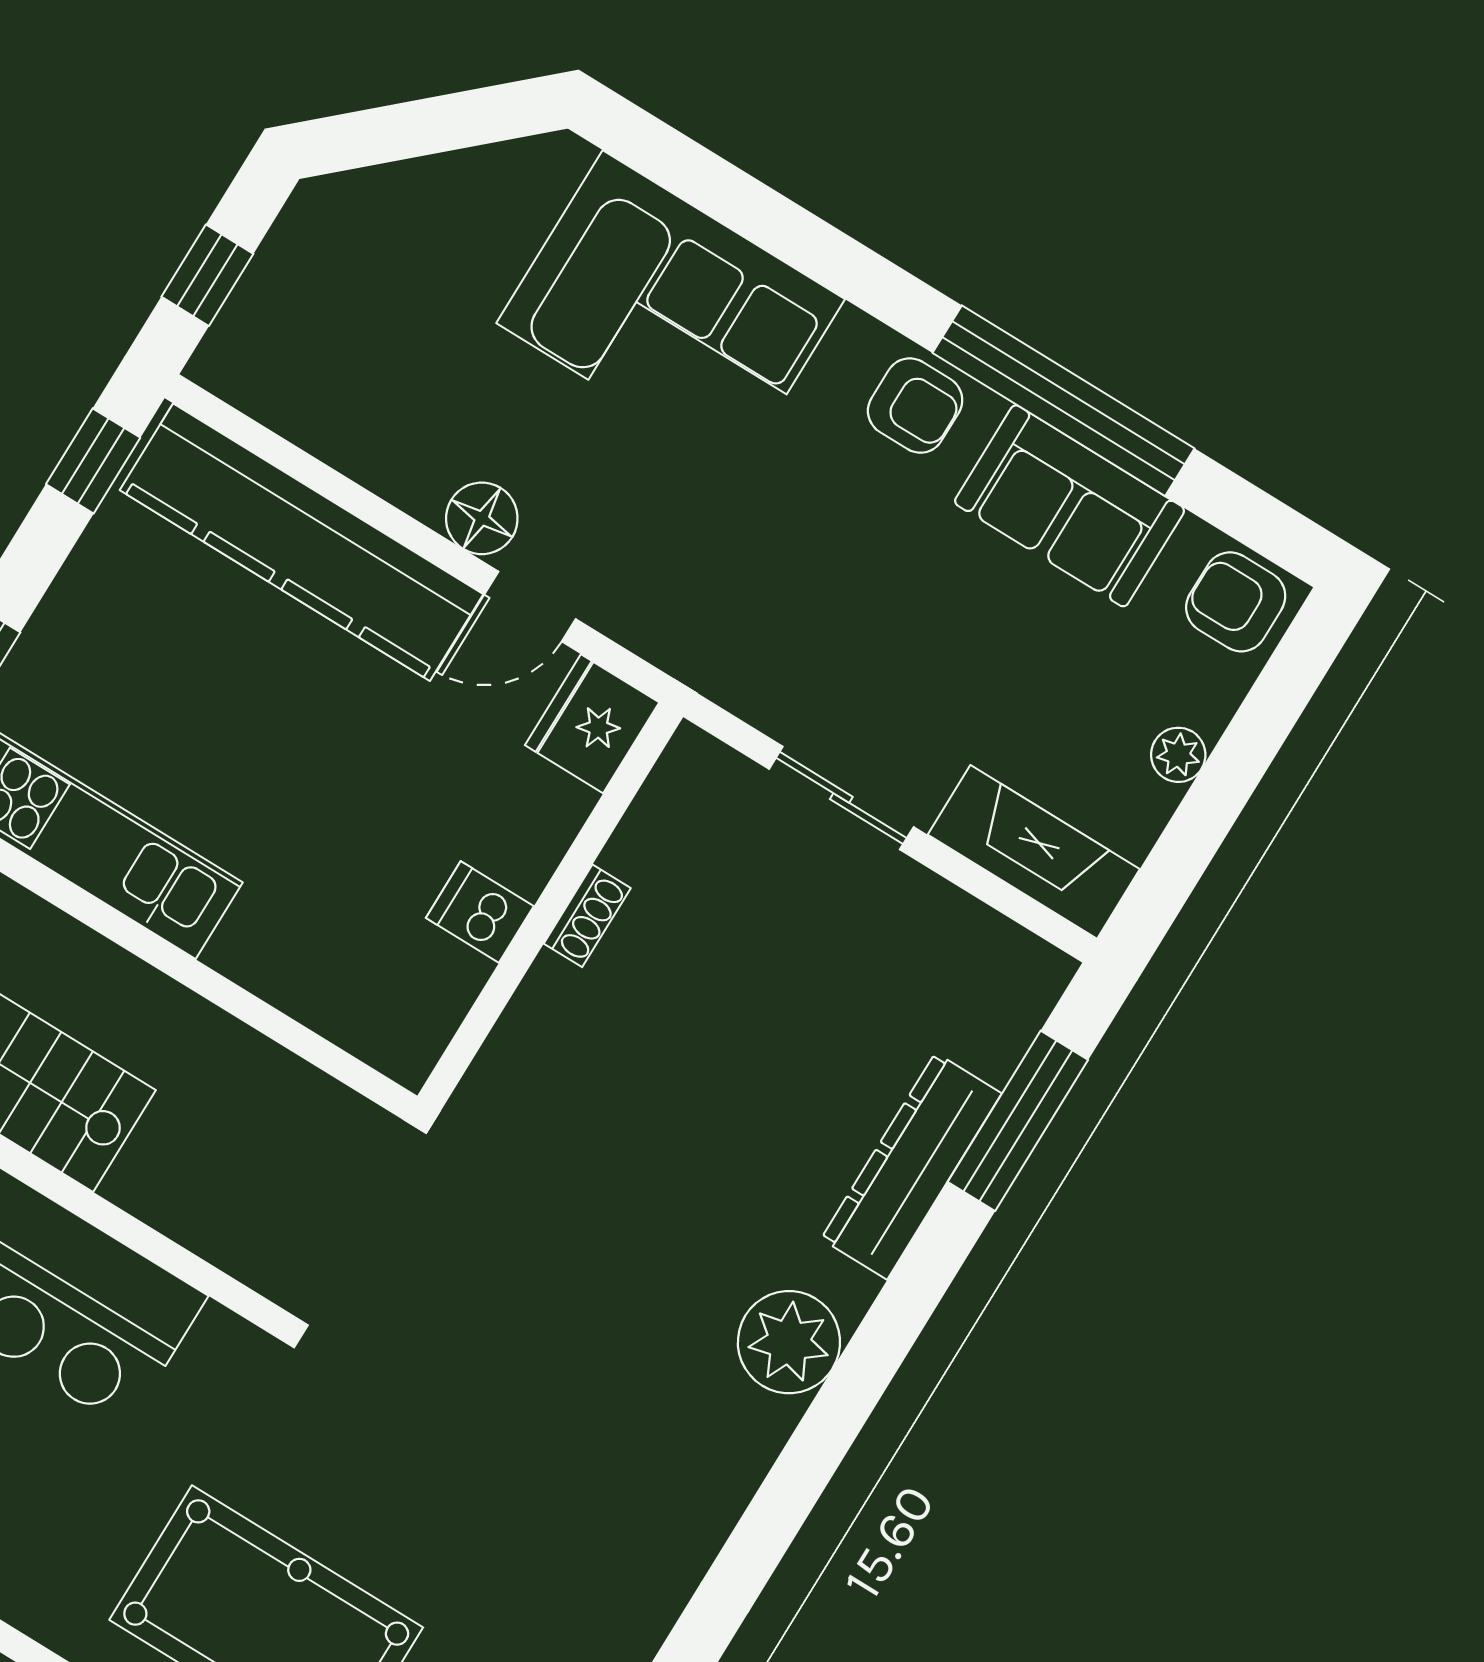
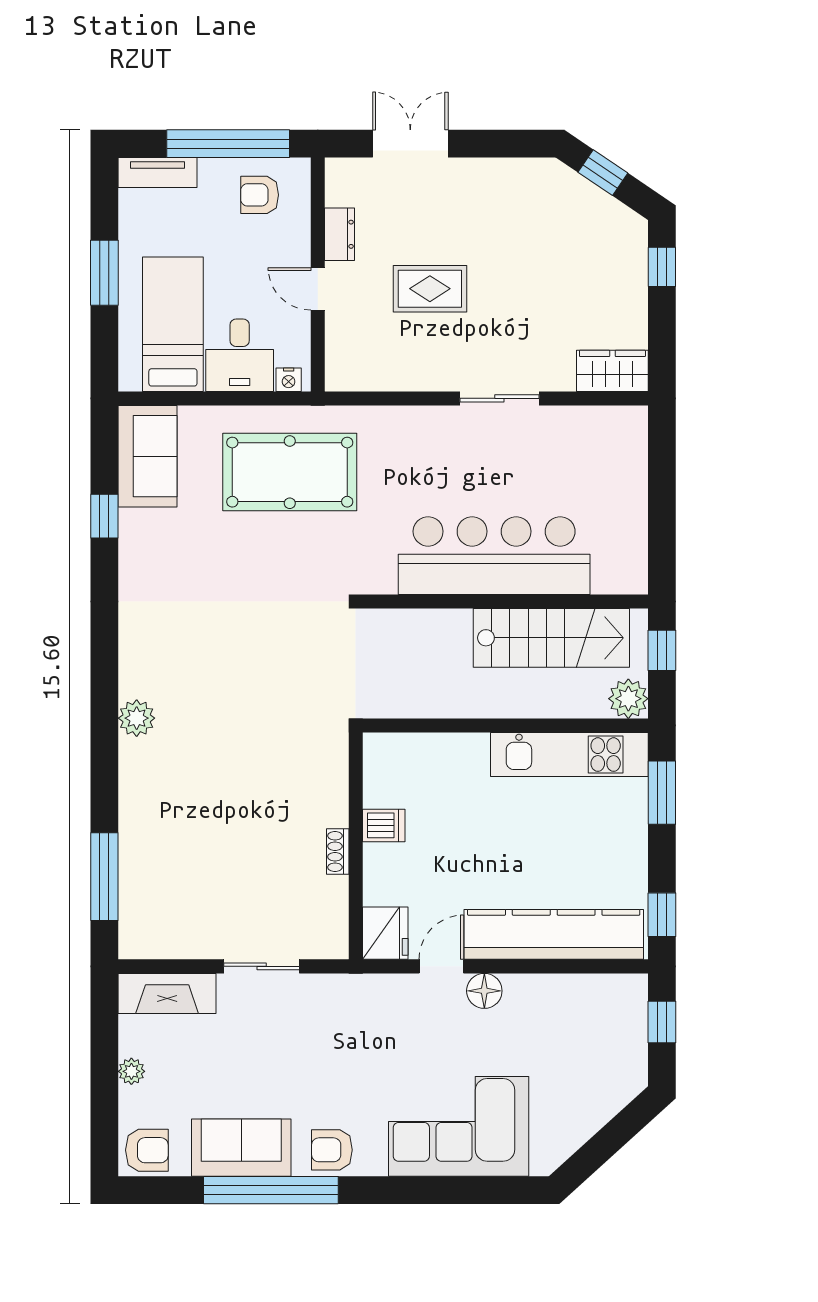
dresser: (911, 1166) -> (137, 830), removed
plant: (789, 1342) -> (137, 718), width x0.73, depth x0.73

